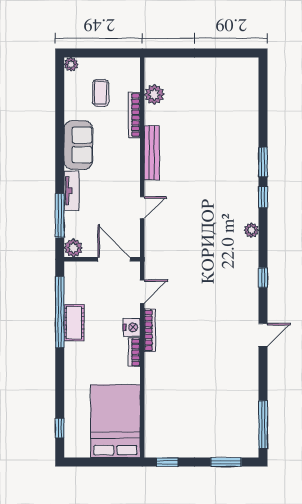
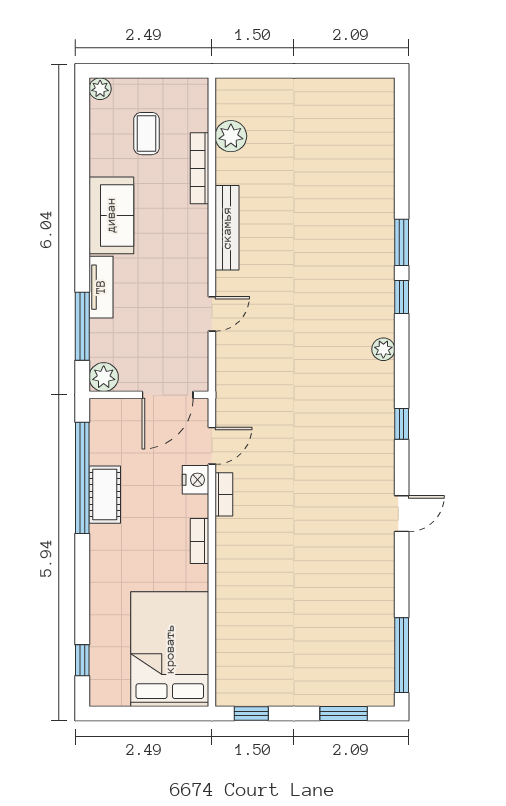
door: (114, 259) -> (168, 395), swing flipped
nightstand: (132, 327) -> (195, 480), moved
bookcase: (150, 330) -> (224, 494), width x0.64

